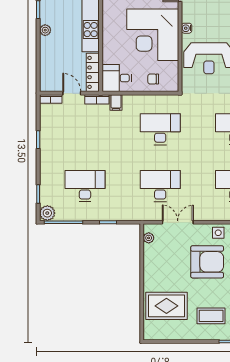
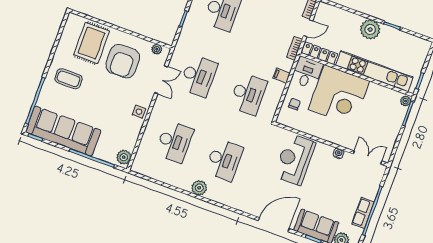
water cooler: (187, 28) -> (338, 153), moved
plant: (45, 30) -> (370, 30), width x1.87, depth x1.87
corner desk: (153, 35) -> (339, 95), moved, turned 180
filing cabinet: (116, 102) -> (282, 76), moved
armchair: (207, 262) -> (123, 61), moved
coffee table: (211, 316) -> (68, 79), turned 90

